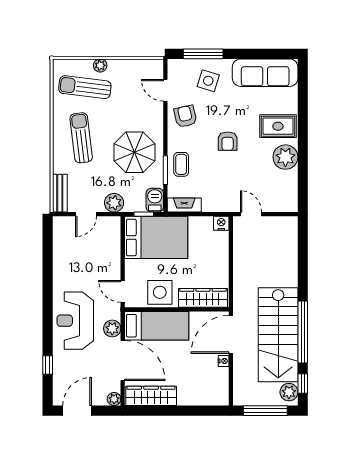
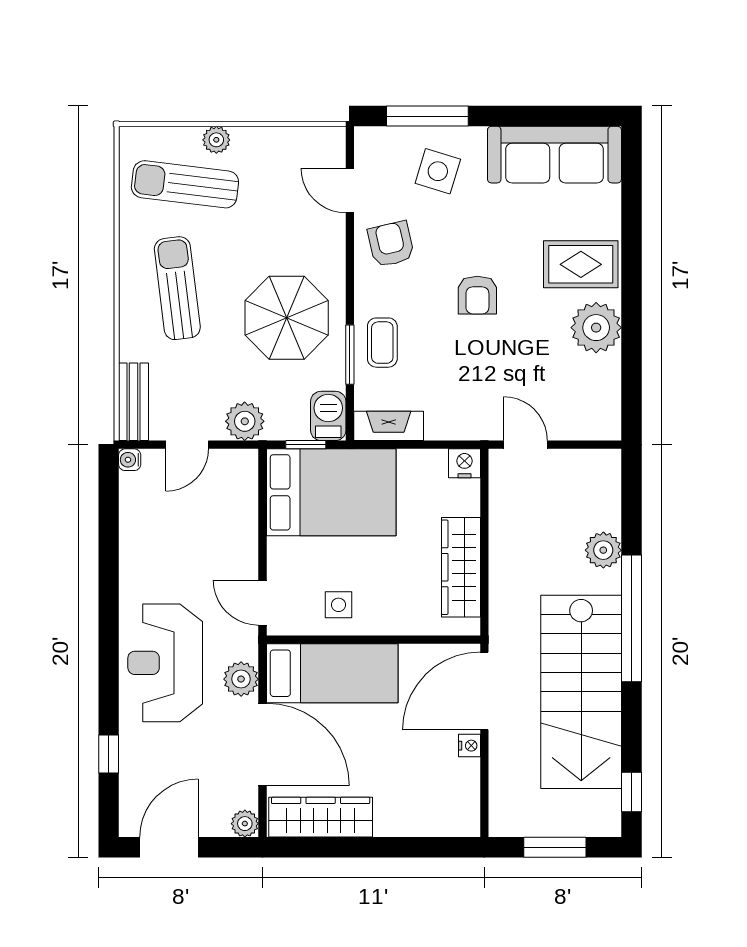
water cooler: (58, 222) -> (130, 460), added
side table: (160, 292) -> (339, 605), width x0.54, depth x0.54
wardrobe: (203, 298) -> (461, 567), moved, turned -90
window: (303, 332) -> (631, 618), moved
plant: (289, 392) -> (603, 550), moved
window: (265, 411) -> (555, 847), width x0.69

